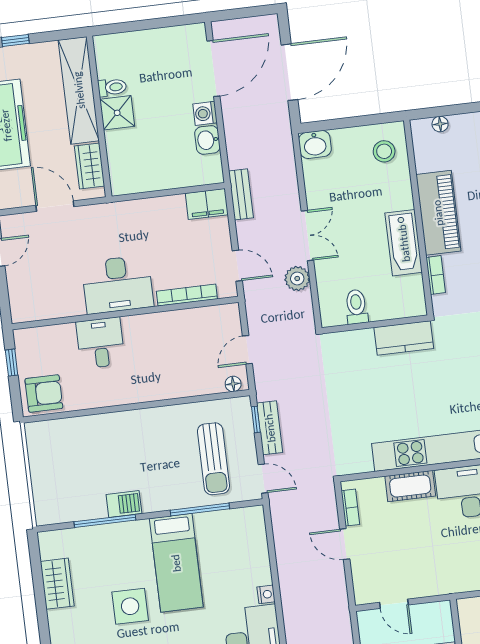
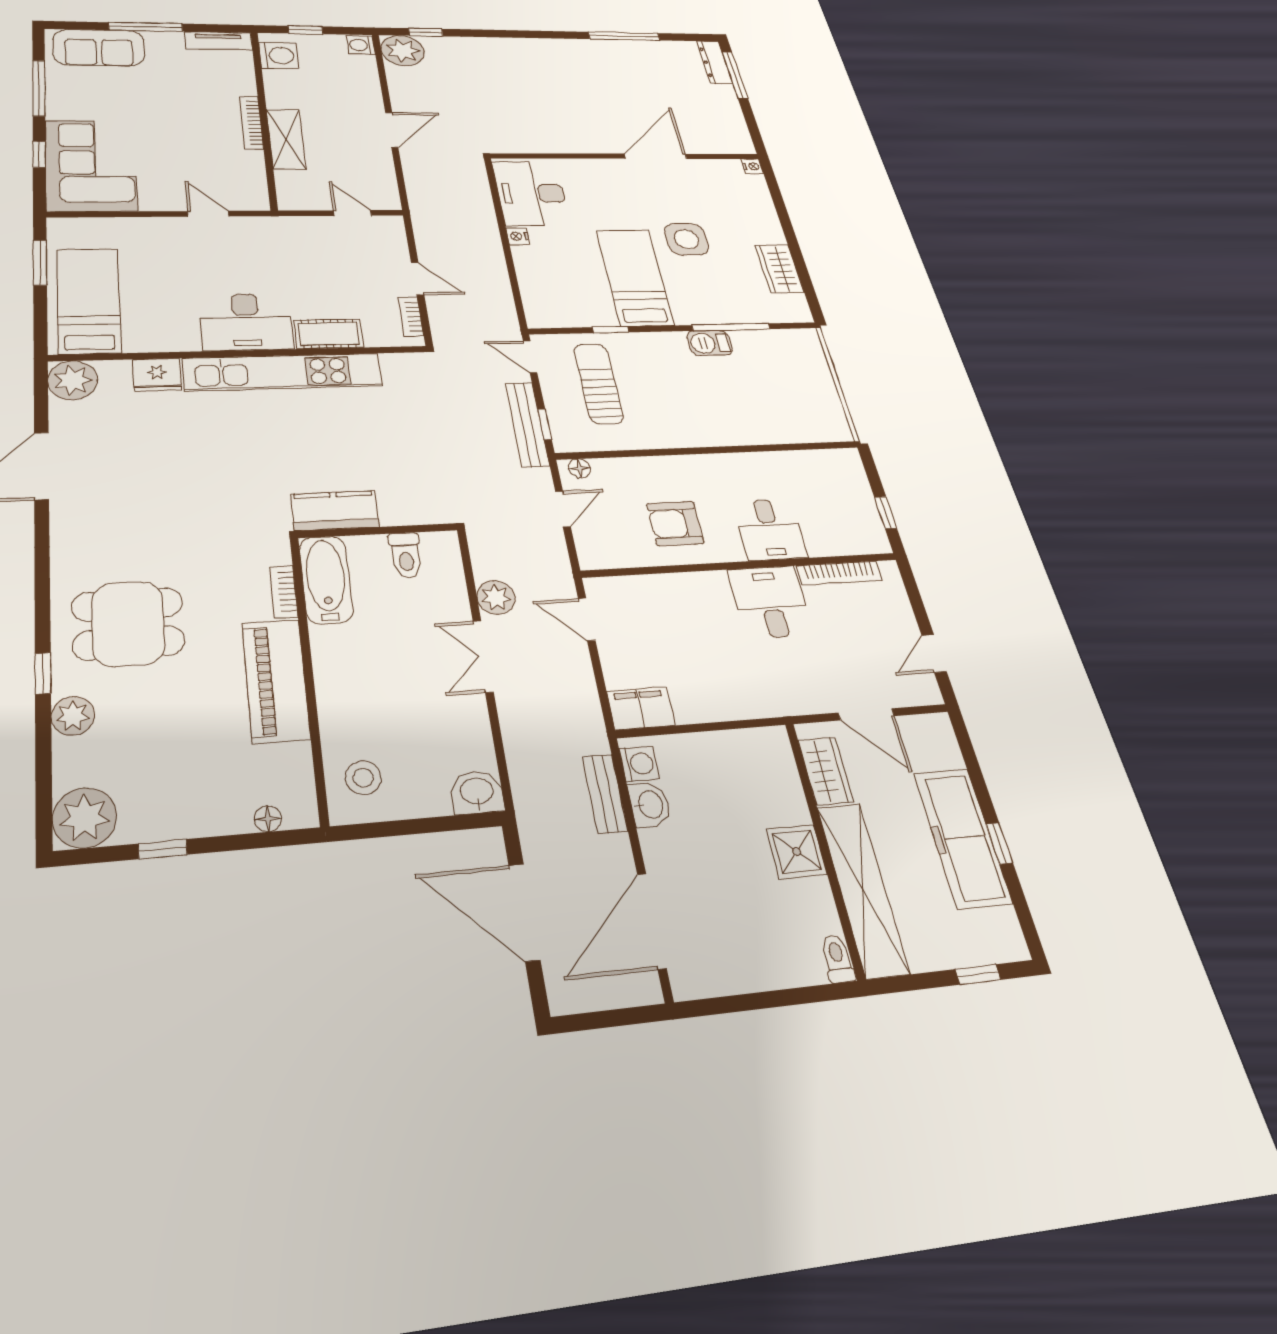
door: (290, 72) -> (524, 912), hinge flipped
toilet: (112, 87) -> (837, 959), moved, turned 90
washing machine: (205, 113) -> (639, 764), moved
bench: (241, 194) -> (605, 794), moved
bathtub: (404, 243) -> (326, 579), moved
desk: (118, 285) -> (770, 602), width x0.73
bookcase: (187, 295) -> (839, 573), moved
armchair: (44, 393) -> (675, 523), moved
bench: (270, 428) -> (527, 424), width x1.36
window: (200, 509) -> (611, 330), width x0.46

